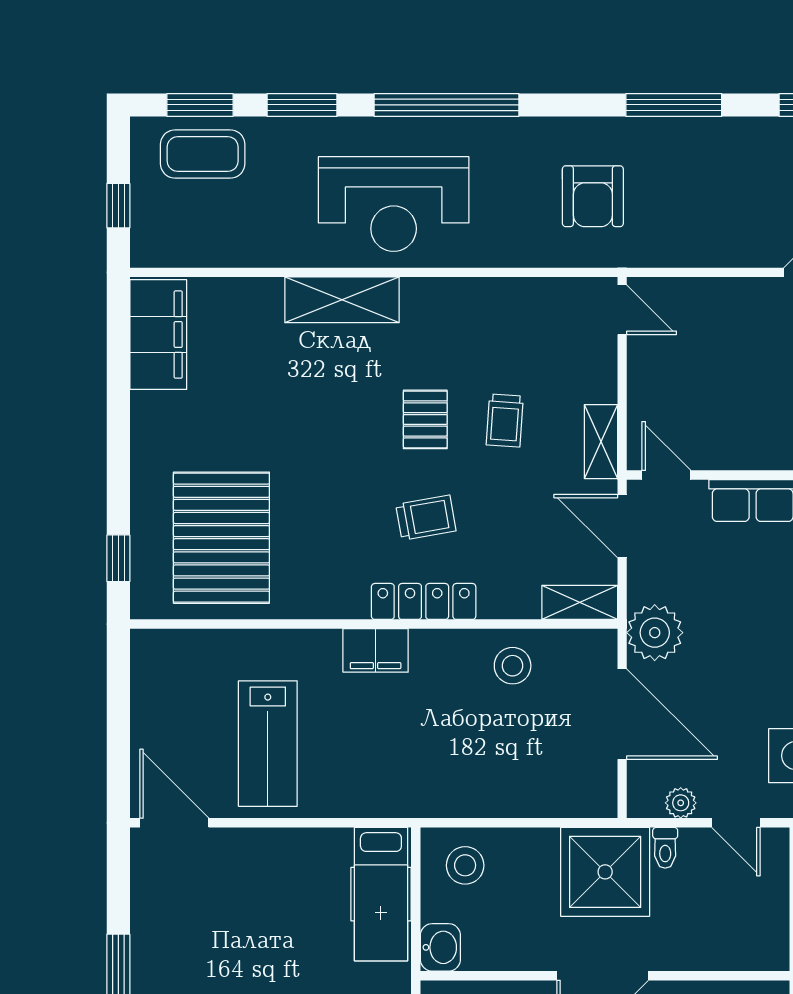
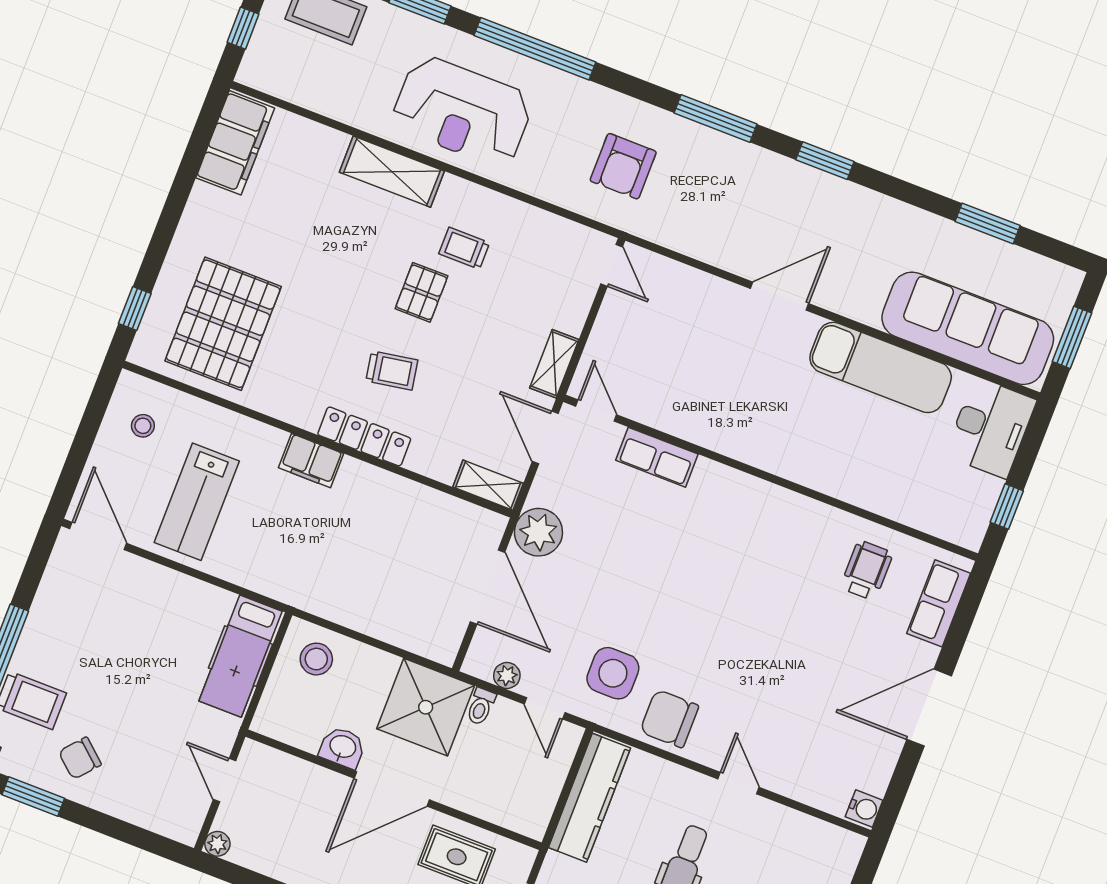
trolley: (505, 421) -> (464, 248), moved, turned 86
stool: (513, 666) -> (143, 426), moved, width x0.73, depth x0.73
washbasin: (440, 947) -> (342, 747), moved, turned -90

